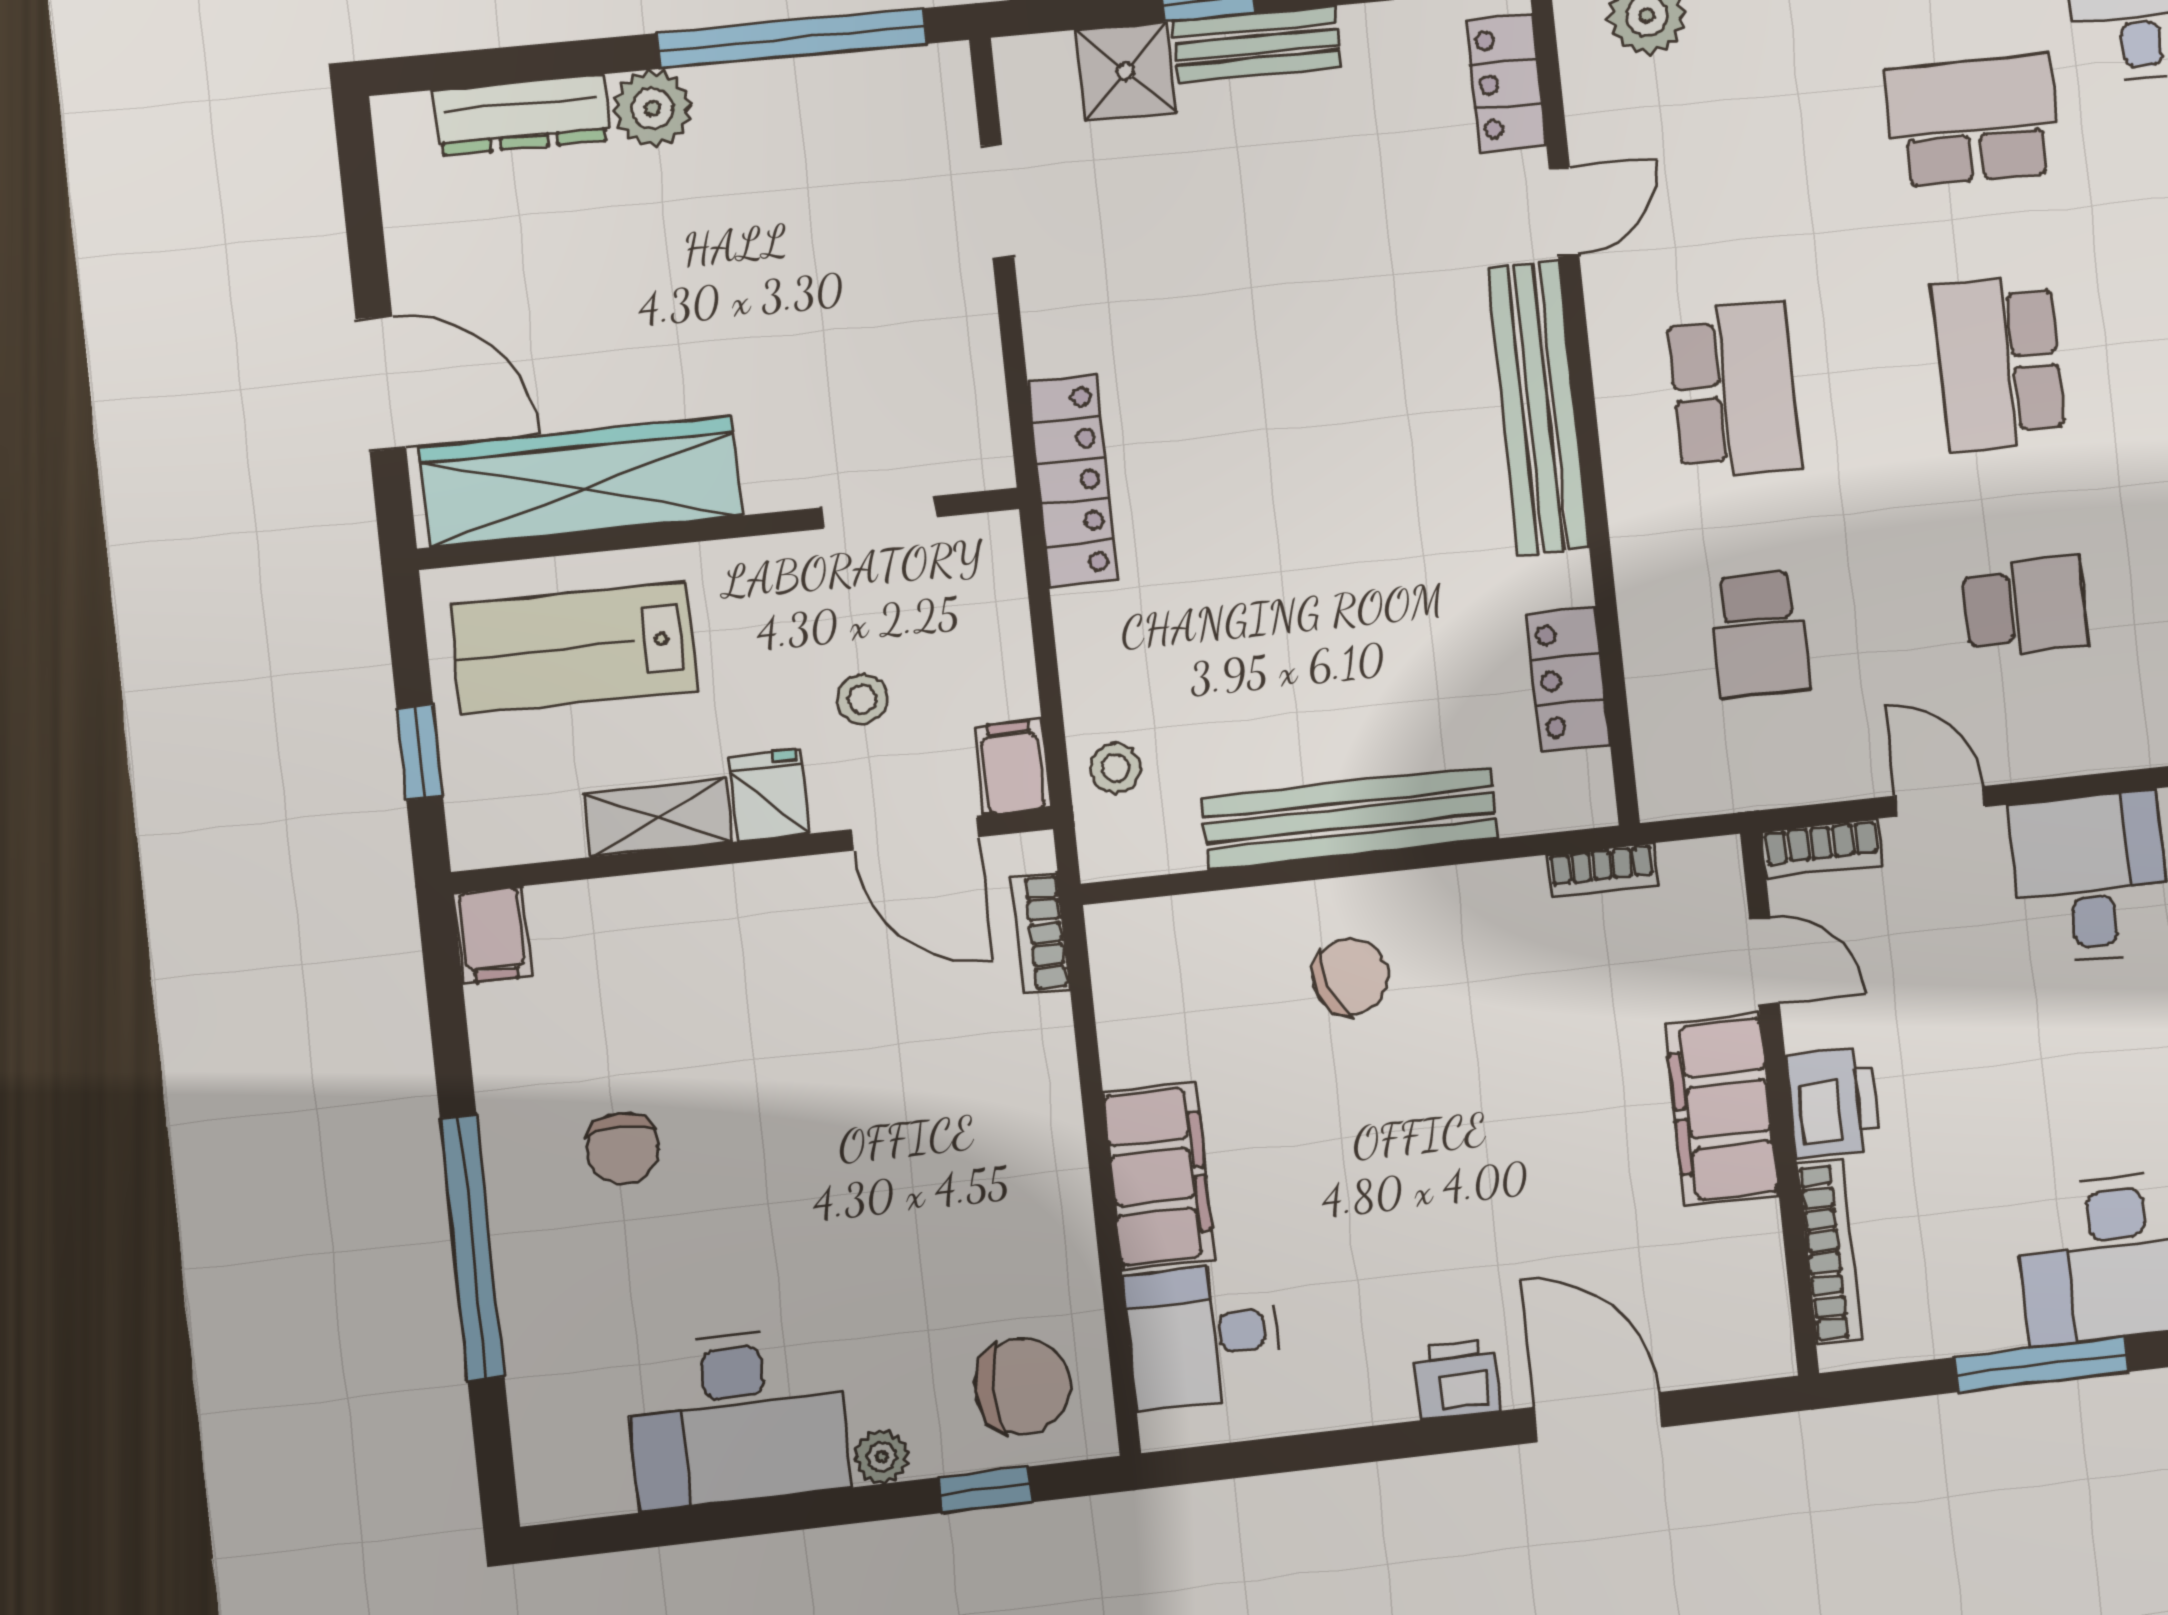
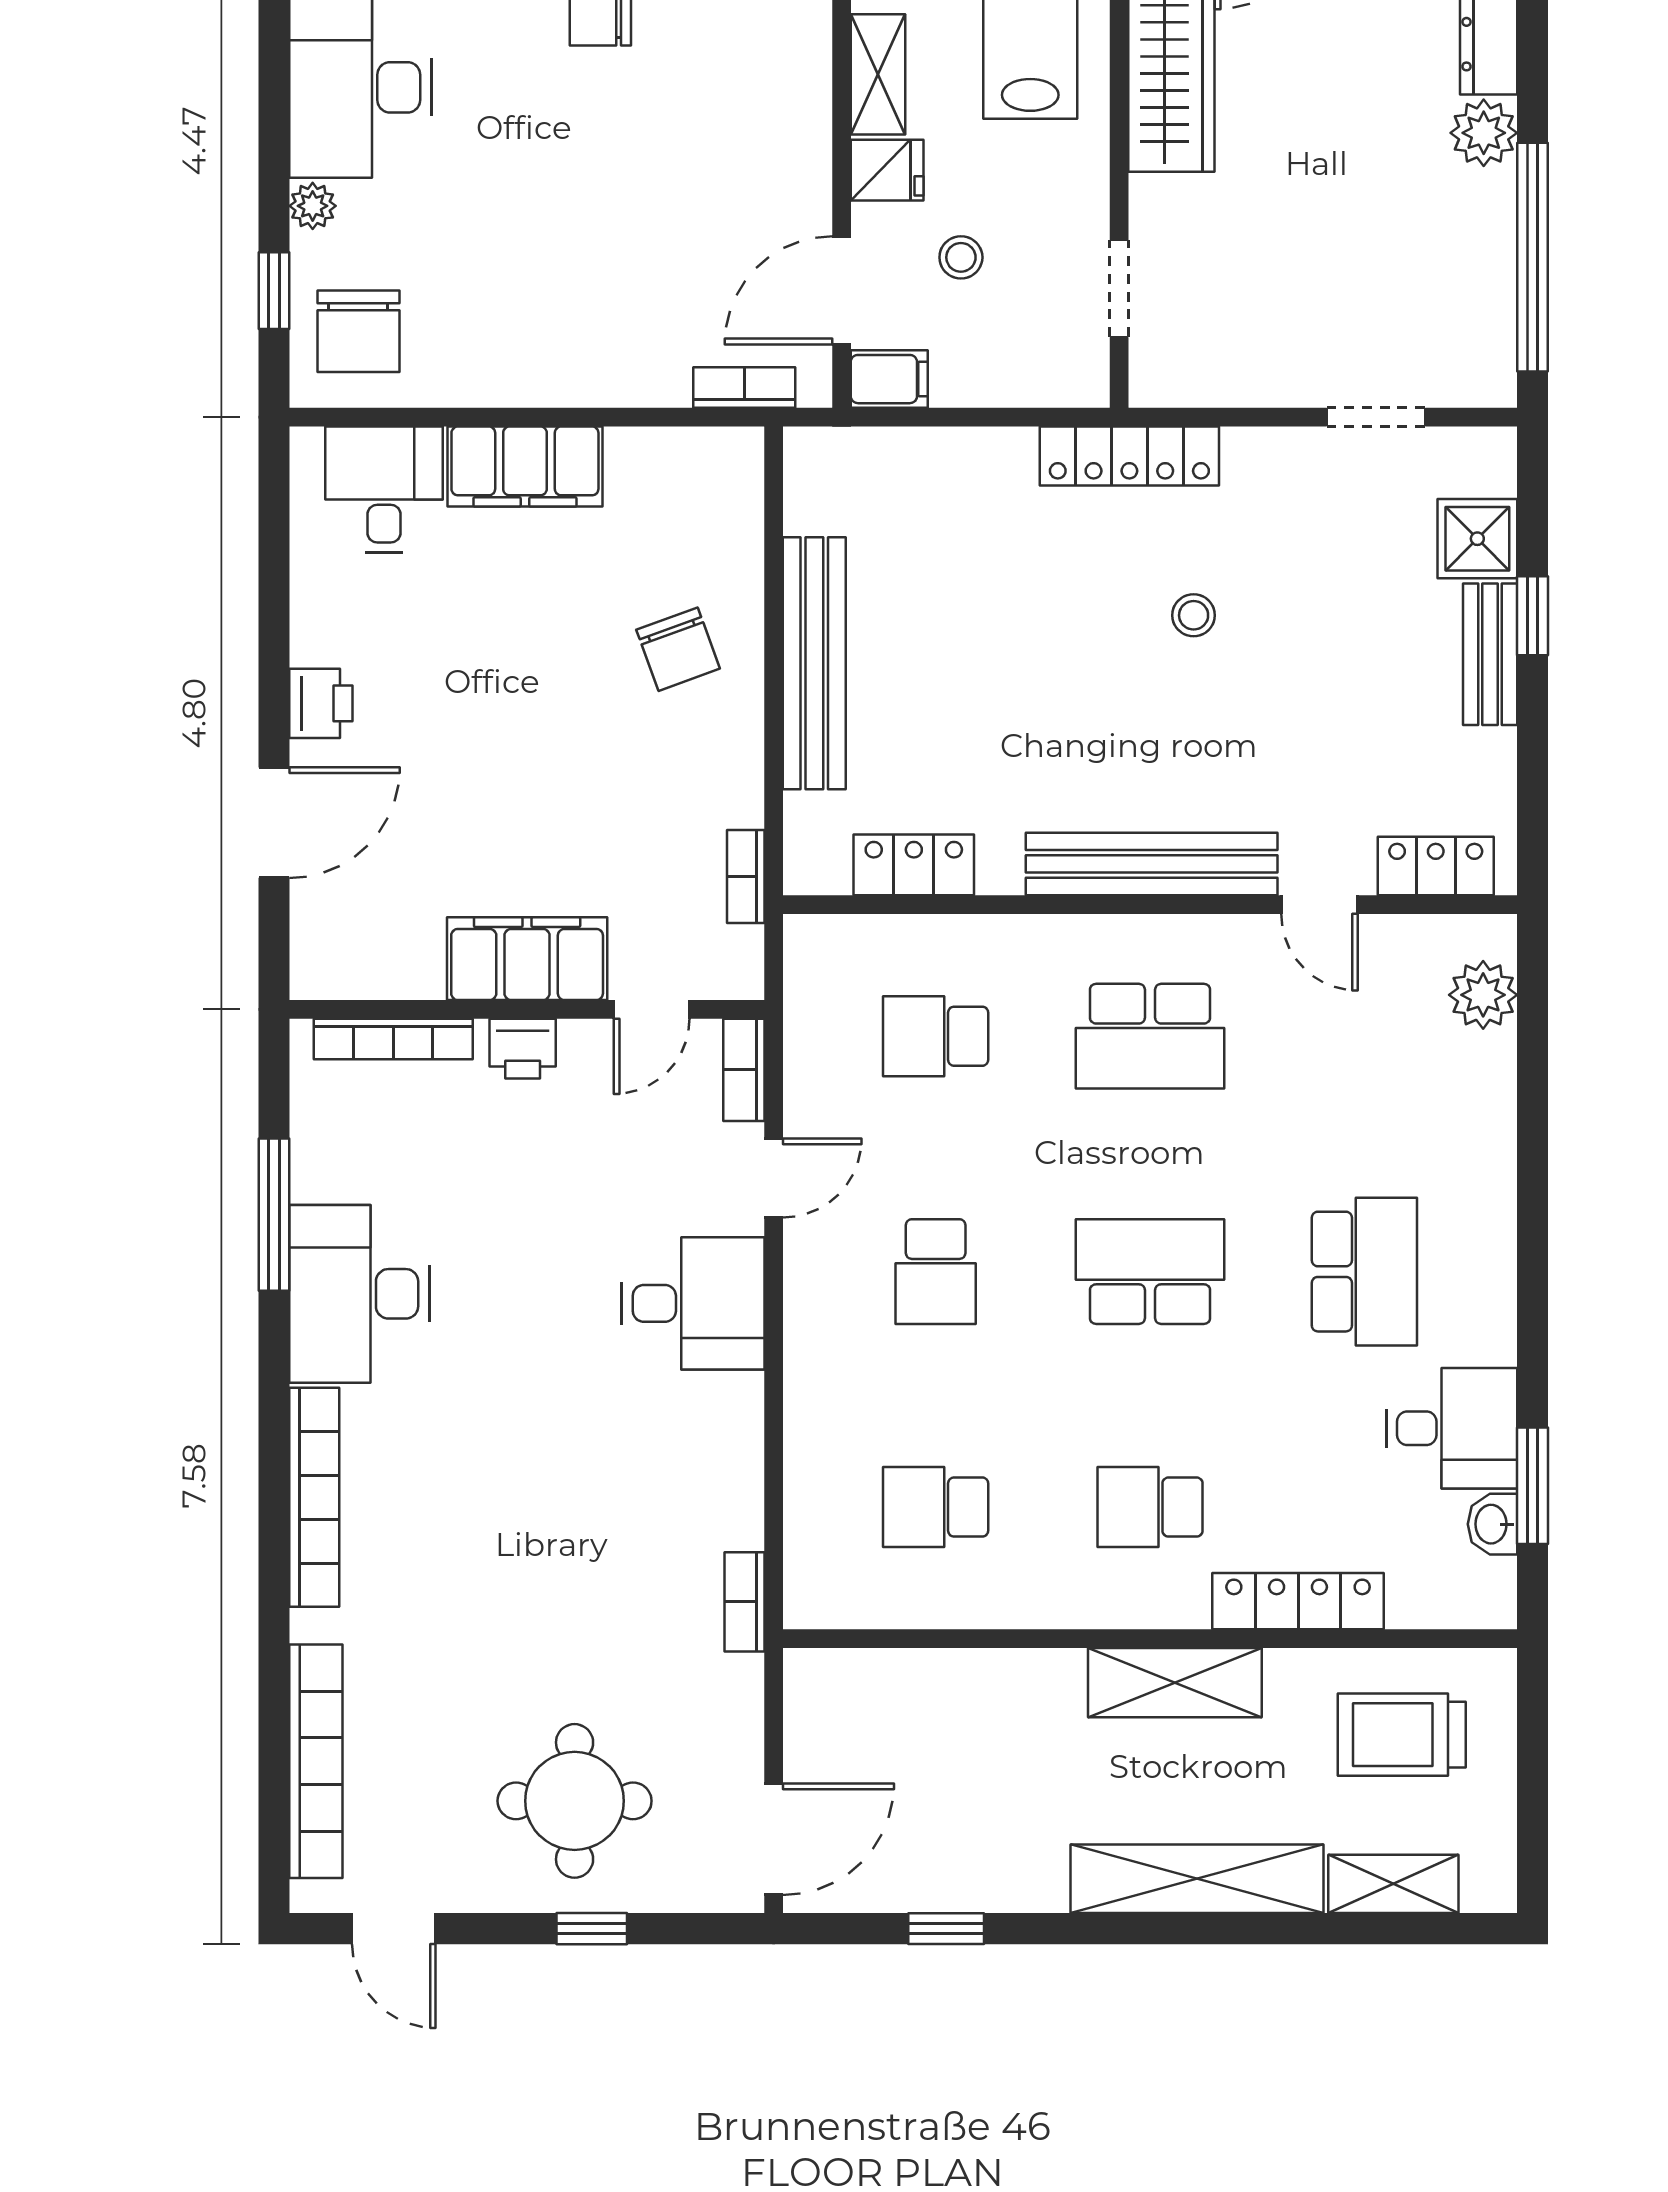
stool: (1116, 768) -> (1194, 615), moved
printer: (1833, 1102) -> (523, 1049), width x0.73, depth x0.81

